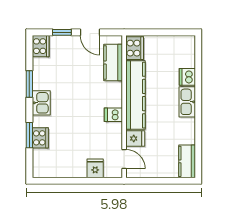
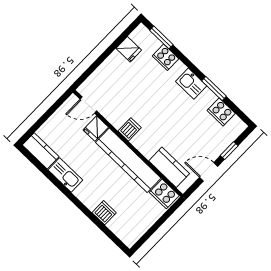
cooker: (41, 46) -> (221, 112), moved
kitchen sink: (187, 102) -> (65, 175), moved
window: (29, 135) -> (161, 37), moved
fridge: (95, 168) -> (129, 49), moved

